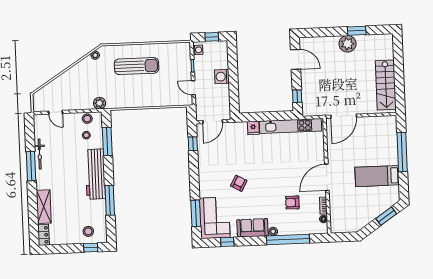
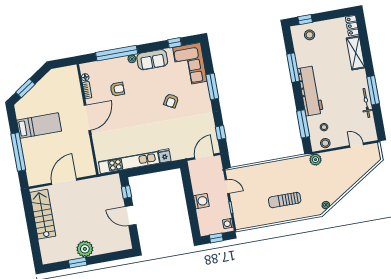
door: (296, 59) -> (131, 216), moved
sun lounger: (137, 66) -> (285, 200), width x0.73, depth x0.75
door: (344, 116) -> (64, 182), moved
window: (196, 213) -> (212, 86), moved

